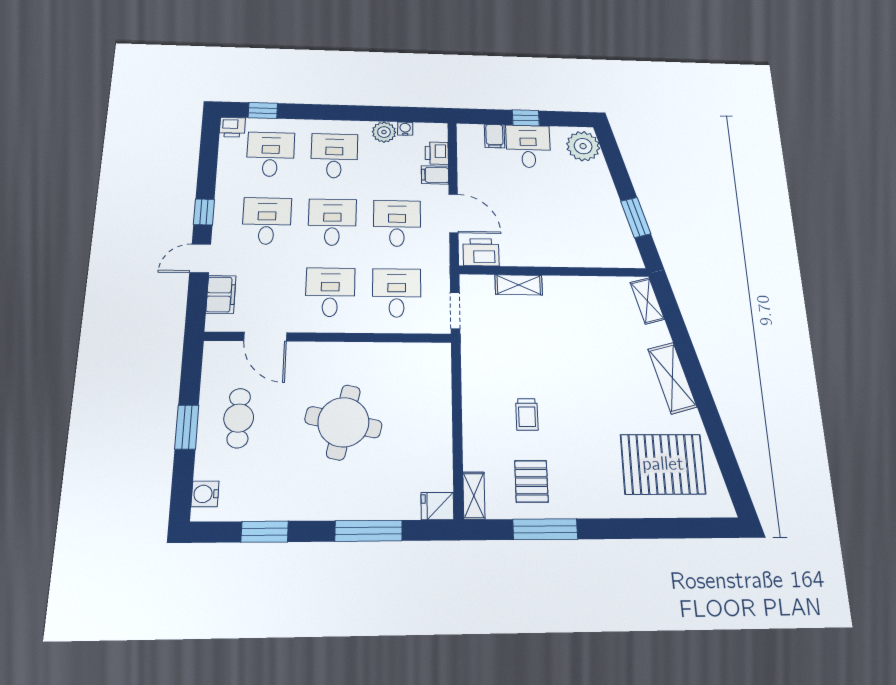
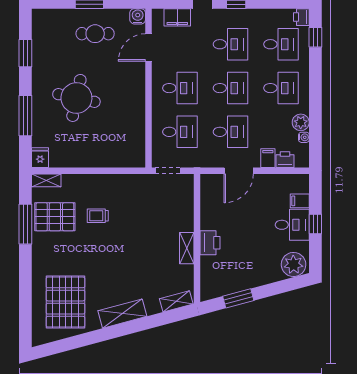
printer: (481, 252) -> (210, 243), moved
shelving: (519, 285) -> (187, 248), moved
round table: (343, 422) -> (76, 98), moved
pallet: (531, 481) -> (55, 217), width x1.50, depth x1.42
water cooler: (205, 494) -> (138, 16), moved

